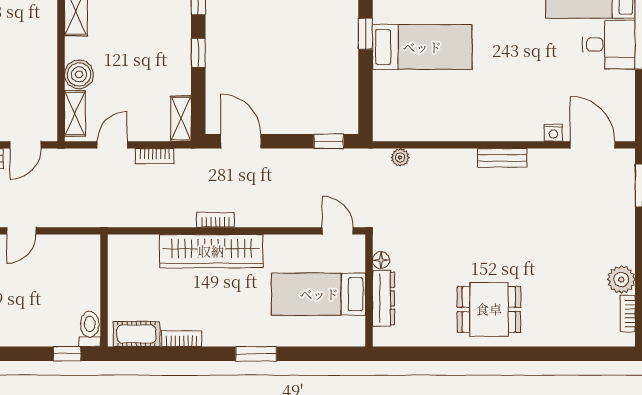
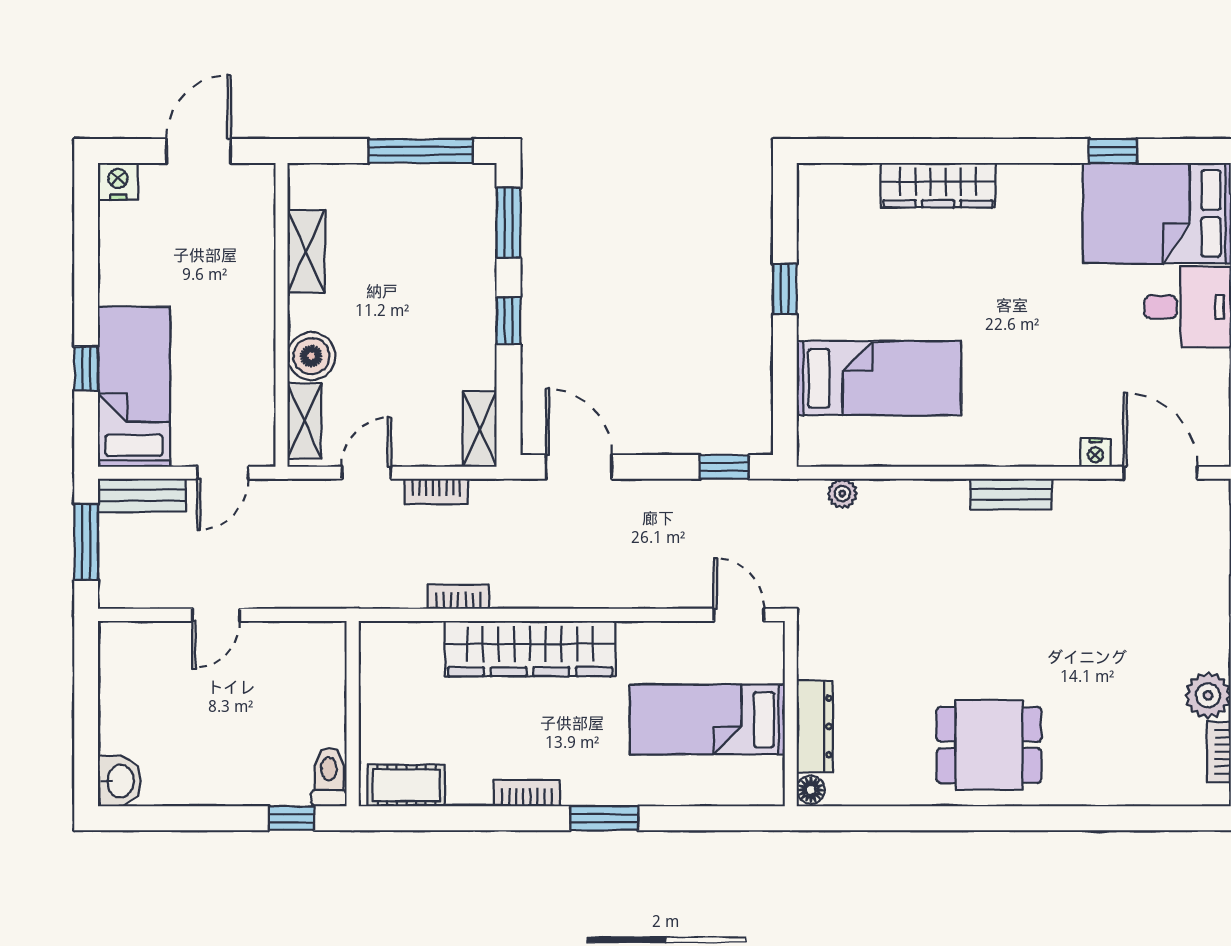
bed: (422, 47) -> (879, 378), moved
bookcase: (215, 220) -> (458, 597), moved
floor lamp: (381, 260) -> (811, 790), moved
bookcase: (182, 339) -> (527, 793), moved

